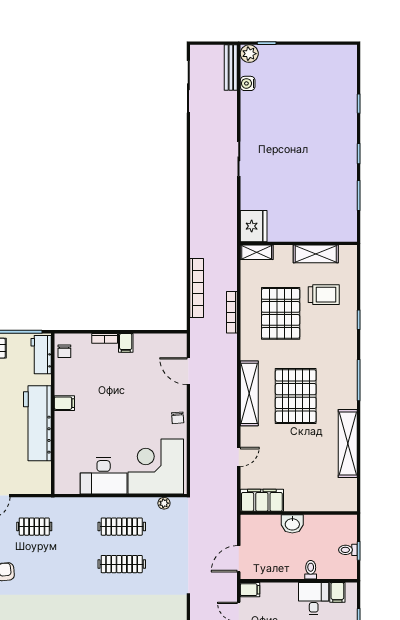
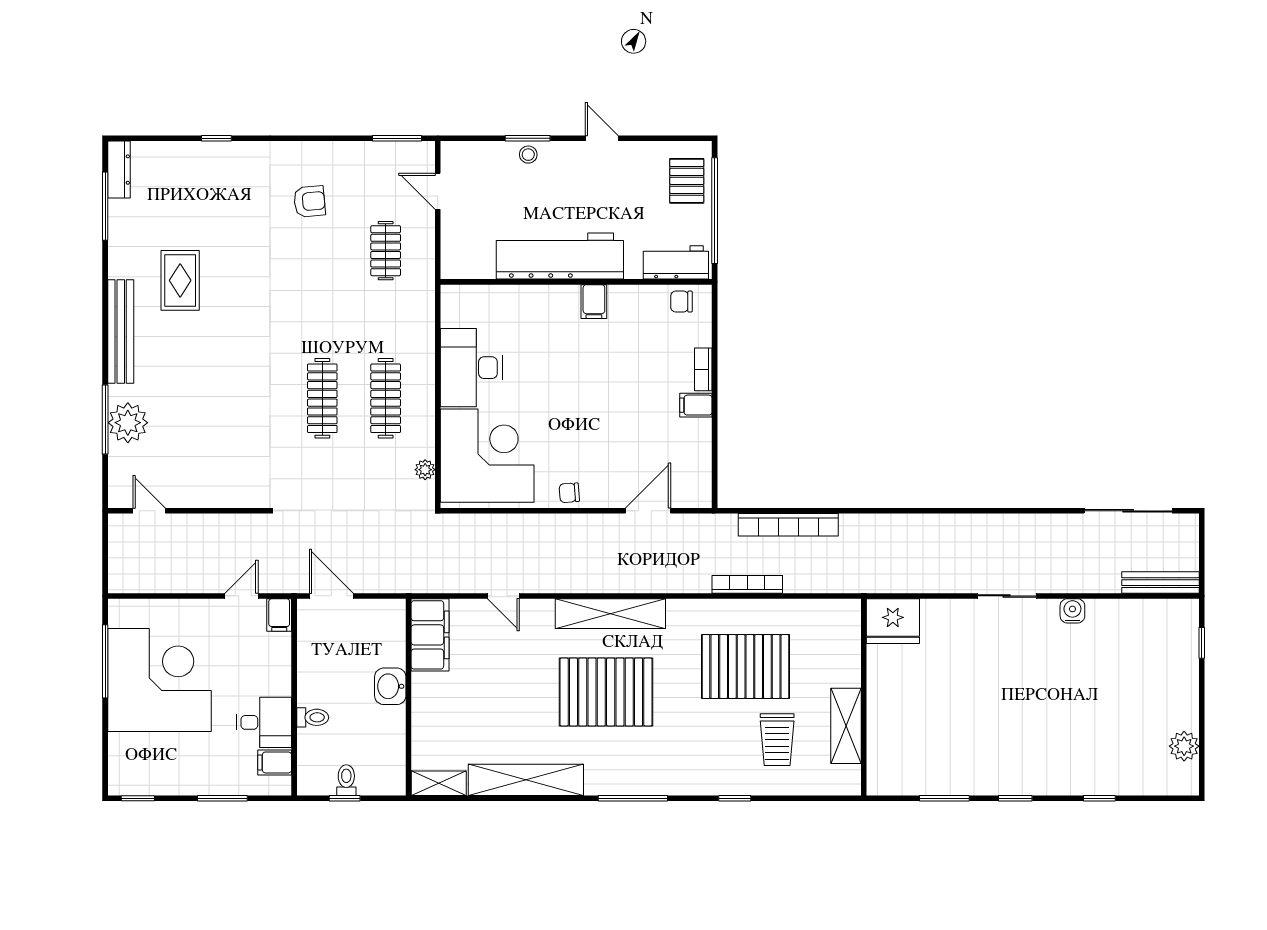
plant: (249, 54) -> (1184, 746), moved
water cooler: (248, 83) -> (1072, 611), moved
shelving: (257, 252) -> (439, 783), moved, turned 90

